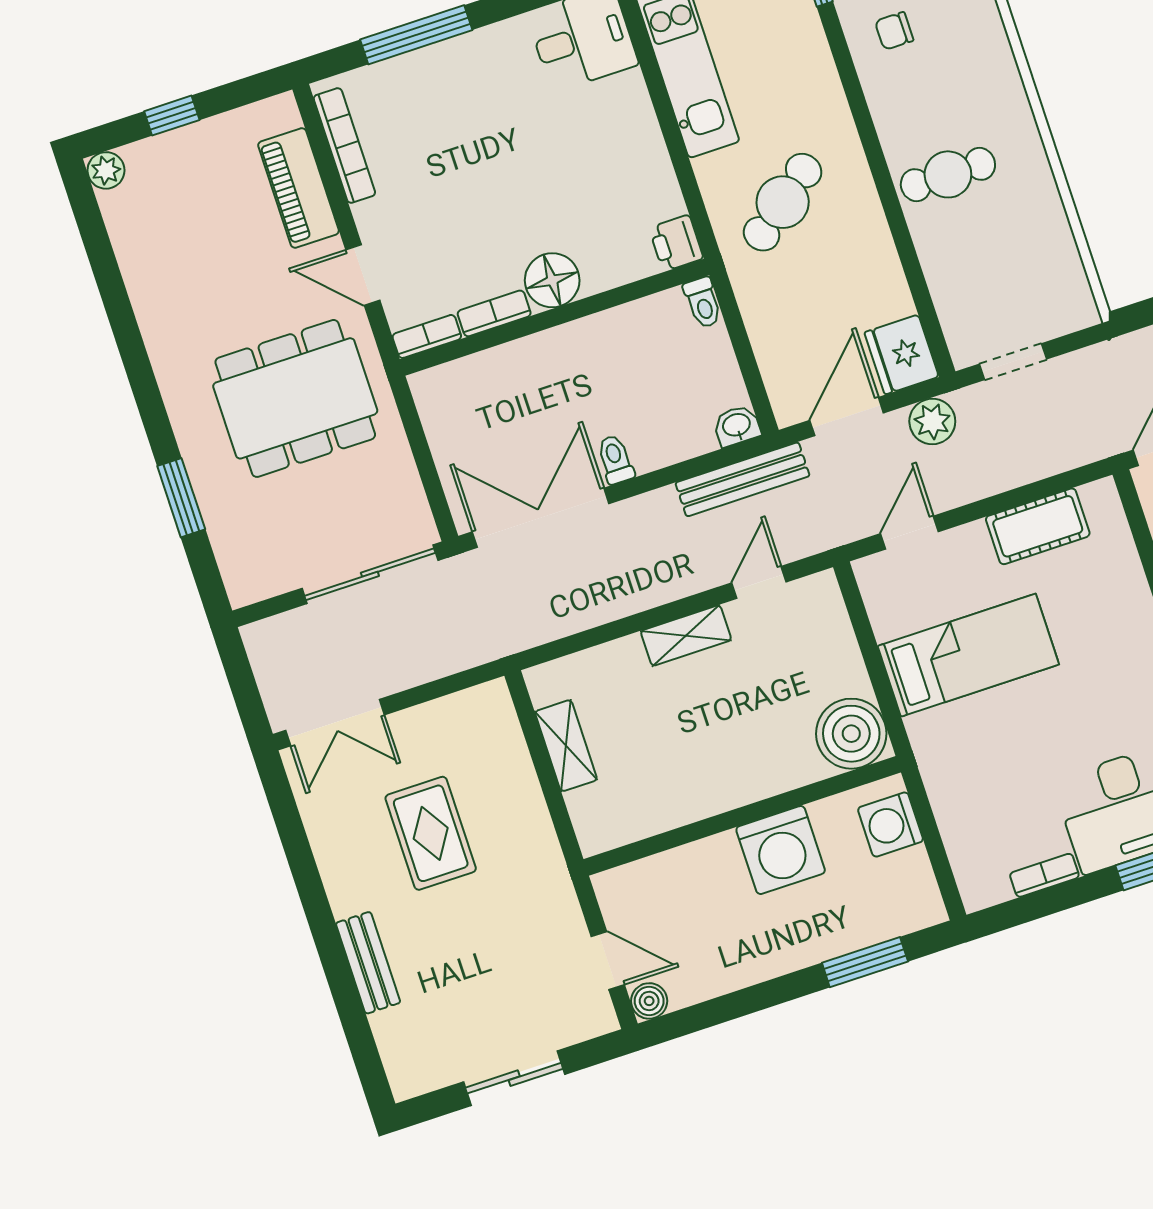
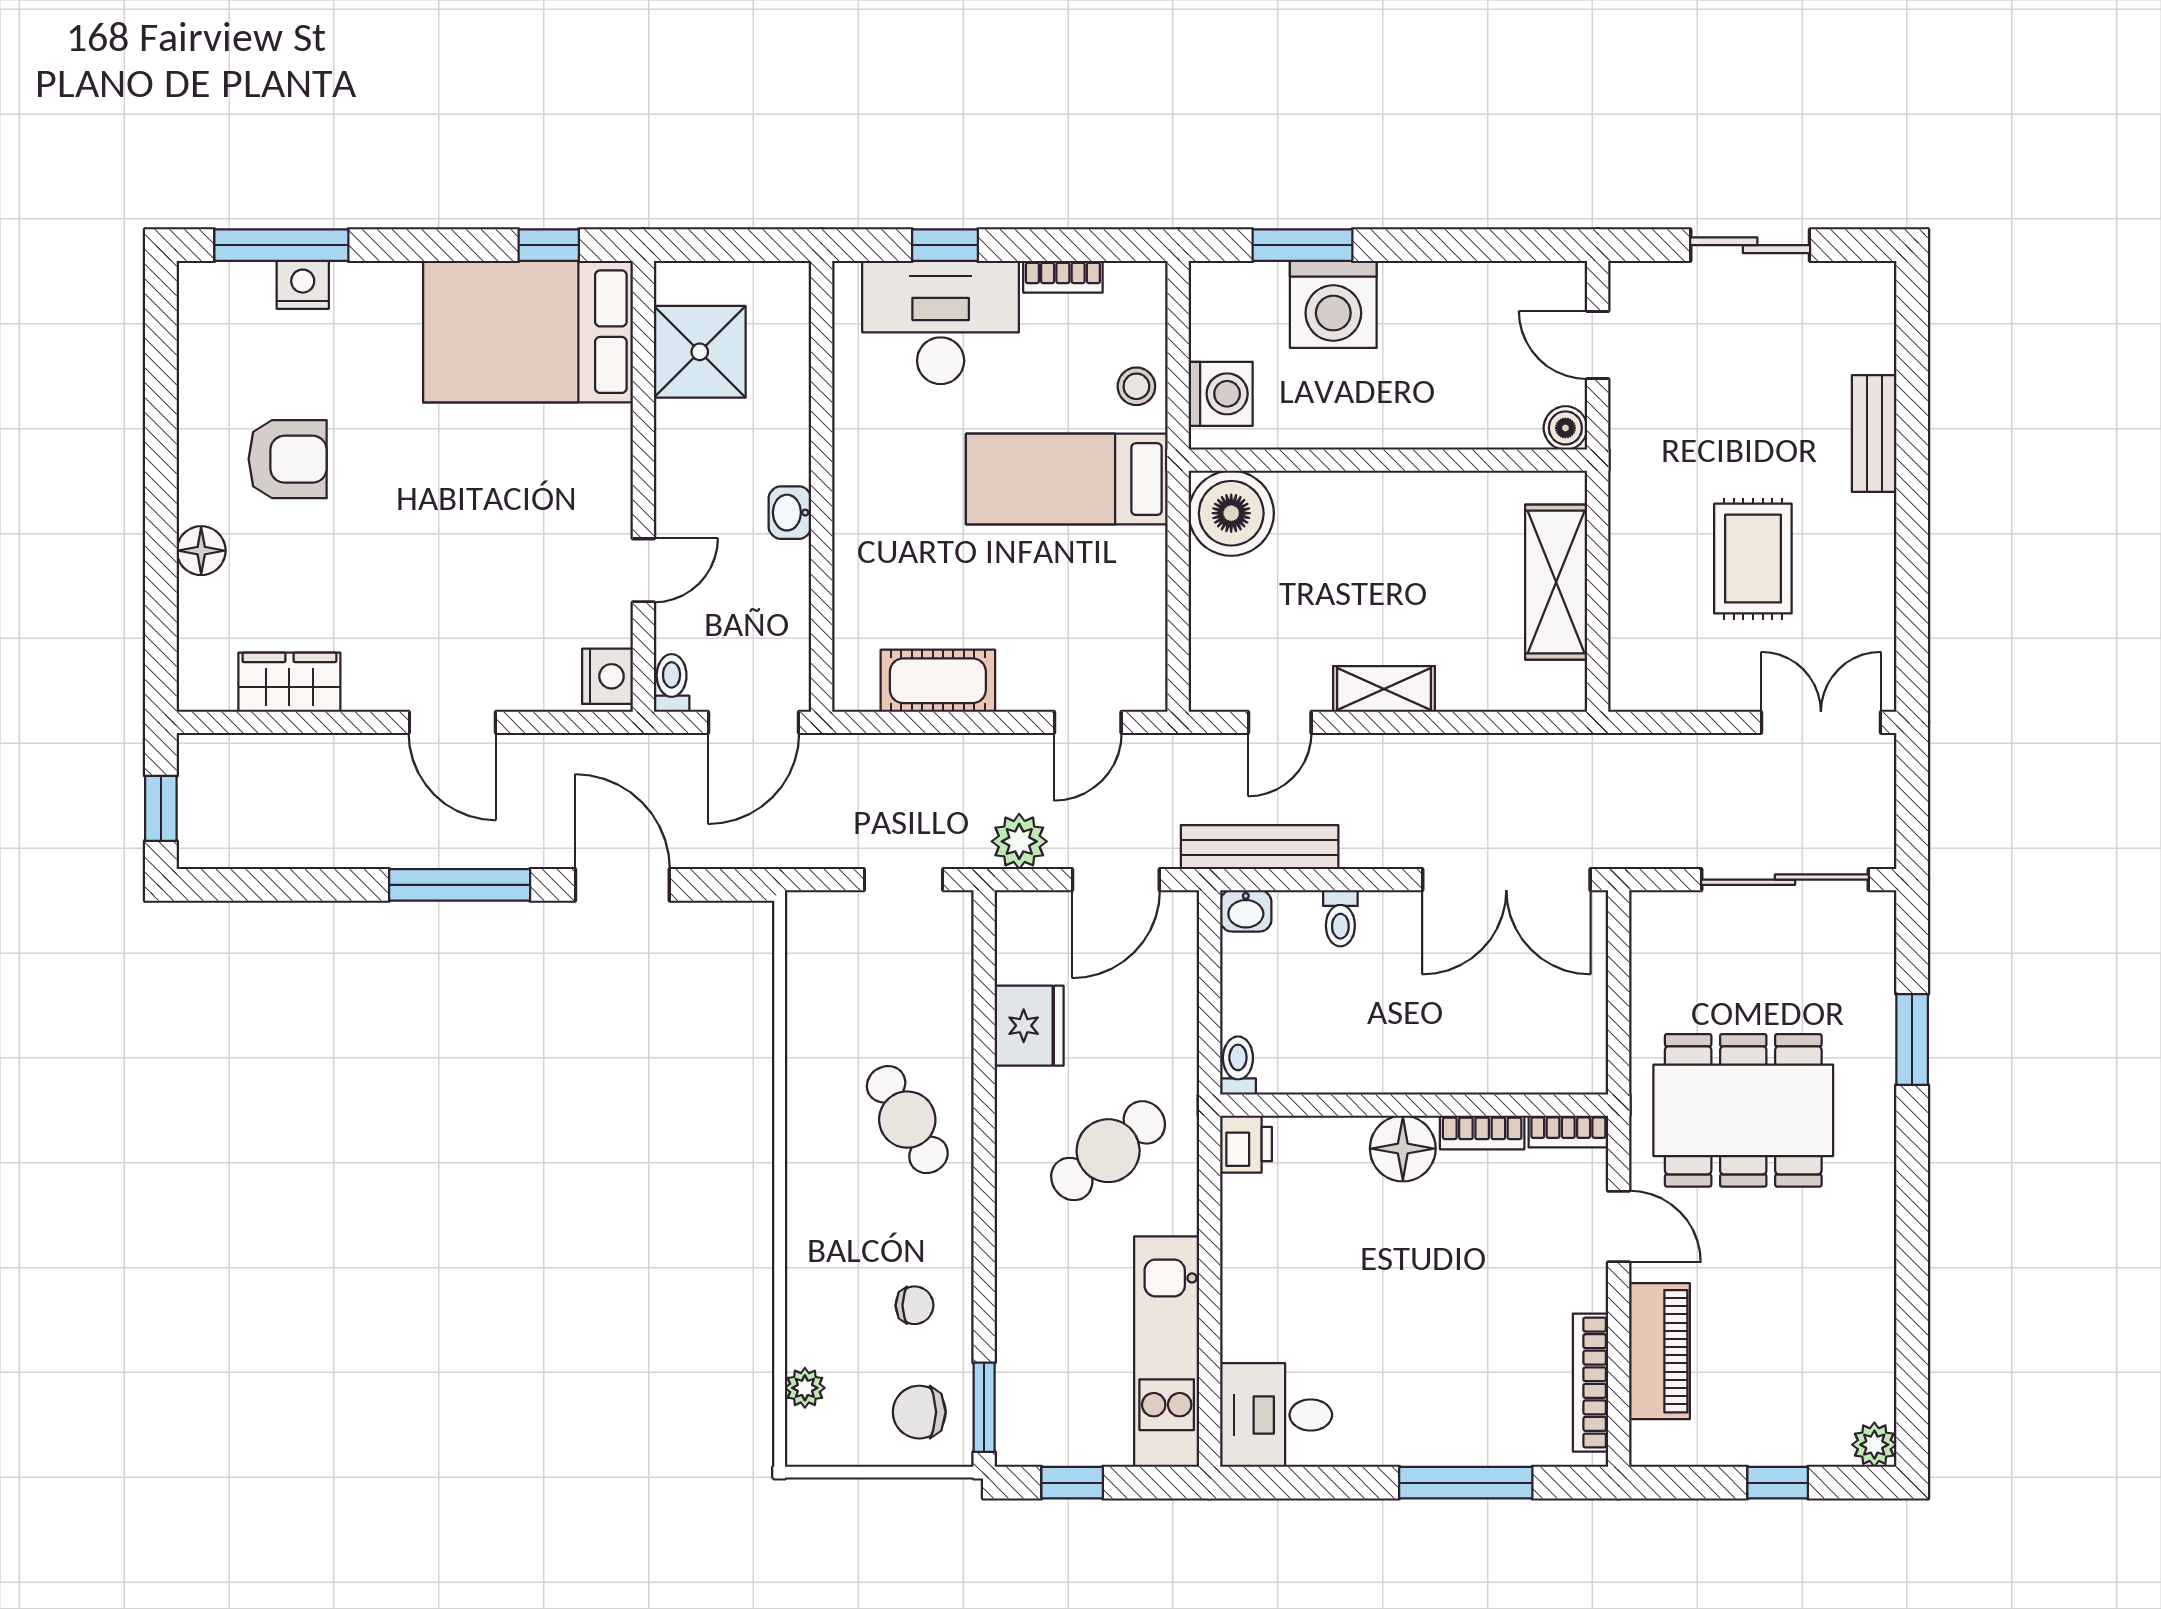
cafe table: (948, 174) -> (907, 1120), turned 59
fridge: (902, 355) -> (1029, 1026), moved
toilet: (615, 459) -> (1340, 918), moved
sliding door: (370, 574) -> (1785, 880), moved
bed: (968, 655) -> (1067, 479), moved
shelving: (566, 746) -> (1556, 582), width x1.50, depth x1.33
stool: (958, 809) -> (1136, 386), added
washing machine: (781, 850) -> (1333, 304), moved, turned 180
boiler: (649, 1001) -> (1565, 428), moved

